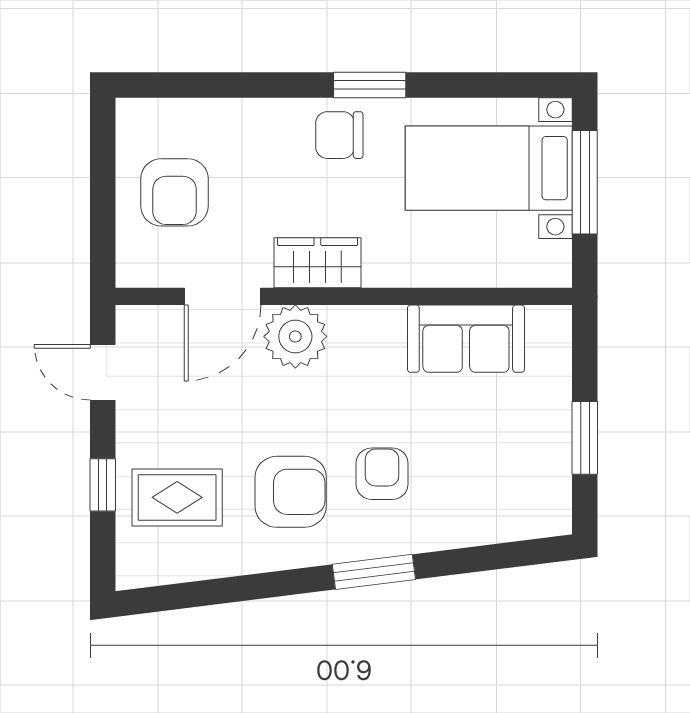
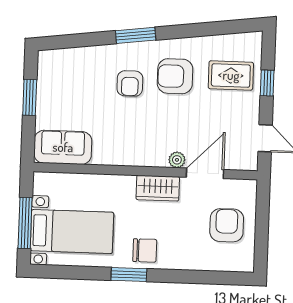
plant: (295, 336) -> (177, 160), width x0.53, depth x0.53
sofa: (466, 339) -> (63, 147), moved

